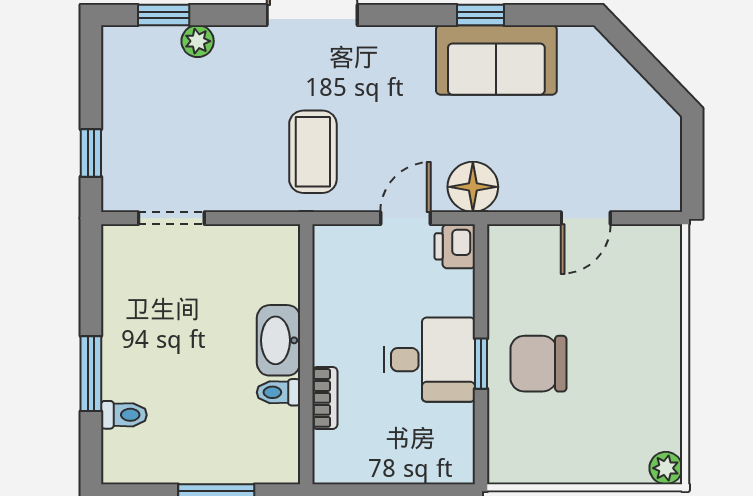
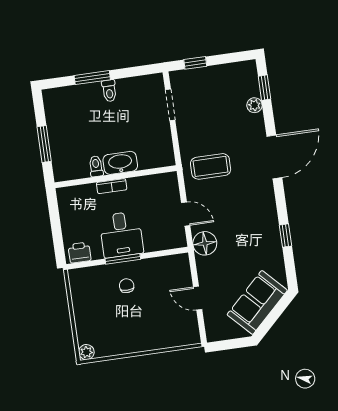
sofa: (496, 60) -> (257, 302), moved, turned 46
printer: (455, 246) -> (80, 253), moved
window: (481, 364) -> (123, 259), width x1.50
chair: (538, 364) -> (127, 286), width x0.54, depth x0.54
bookcase: (325, 398) -> (112, 186), moved
toilet: (124, 415) -> (109, 91), moved

